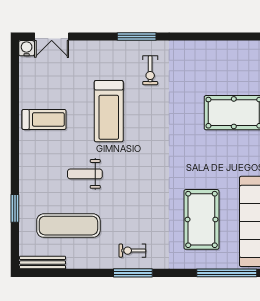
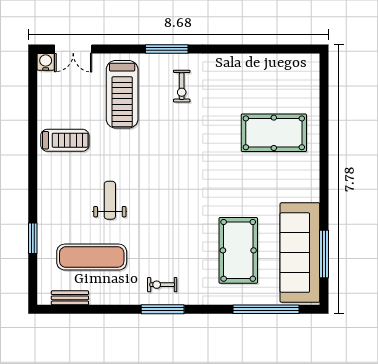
treadmill: (109, 111) -> (122, 94), moved
weight bench: (85, 174) -> (110, 200), turned 90
bench: (42, 263) -> (70, 298), width x0.73

